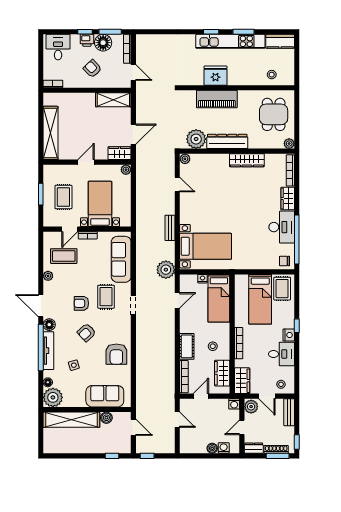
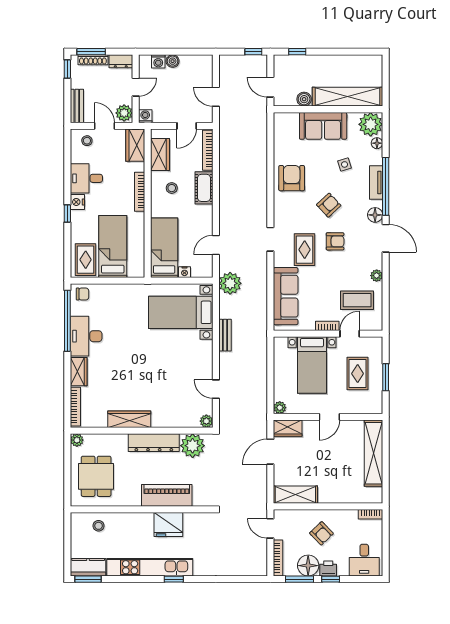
window: (243, 32) -> (88, 579), moved
tv unit: (48, 351) -> (376, 182), width x0.71
sofa: (105, 396) -> (323, 126), moved

